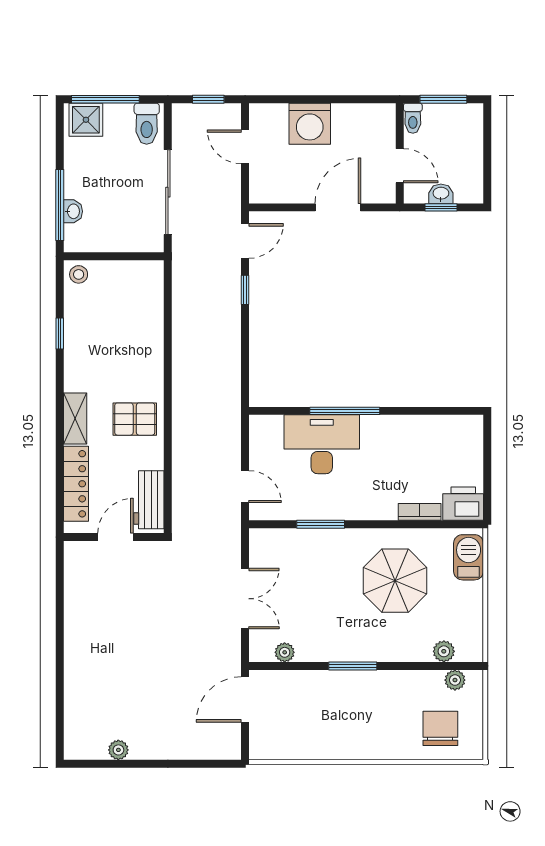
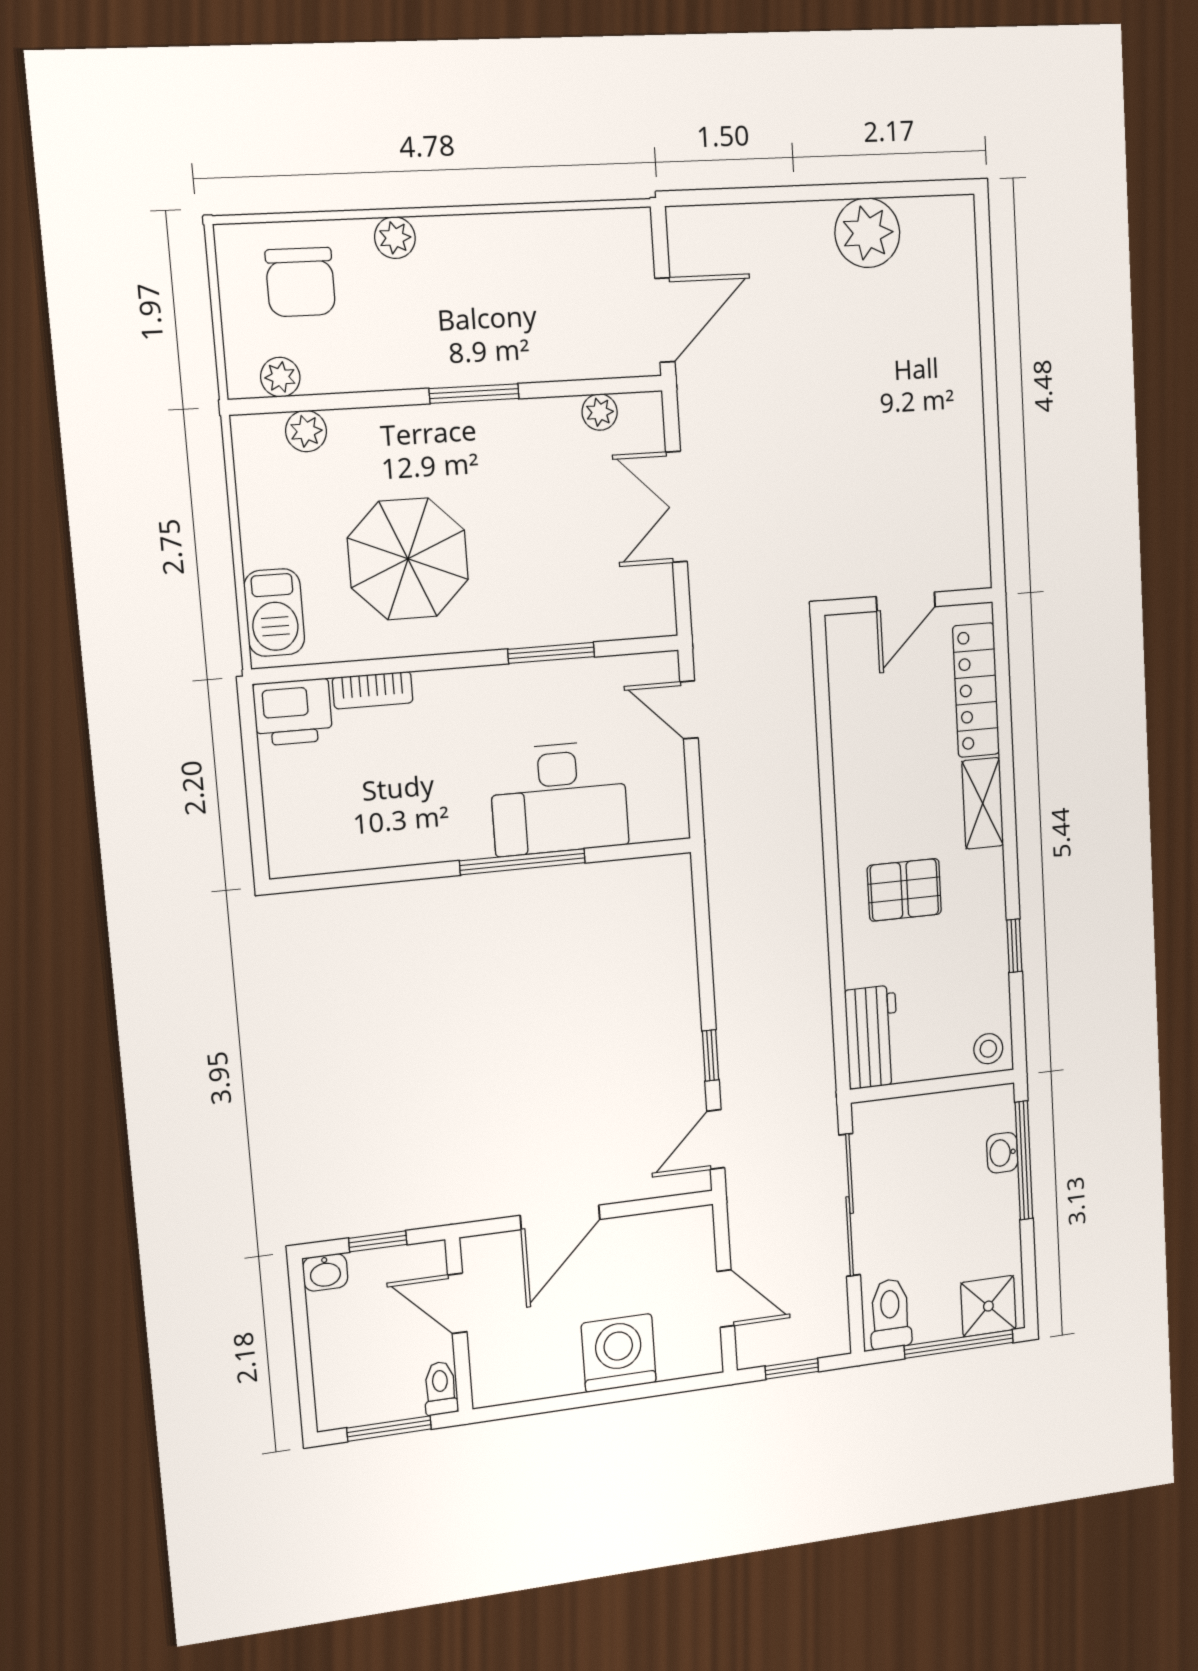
washbasin: (441, 194) -> (325, 1272), moved
pallet: (135, 419) -> (904, 890), moved
workbench: (149, 500) -> (872, 1037), moved
plant: (389, 749) -> (395, 238), added
plant: (118, 750) -> (867, 233), width x1.87, depth x1.87

